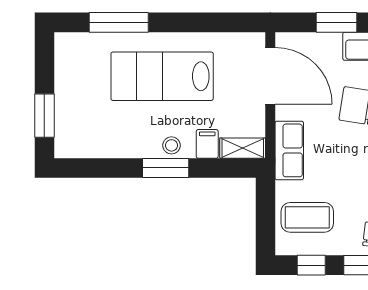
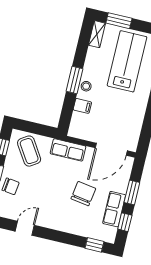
lab bench: (162, 76) -> (127, 61), moved
shelving: (243, 148) -> (97, 34), moved
coffee table: (307, 217) -> (29, 151), turned -33

